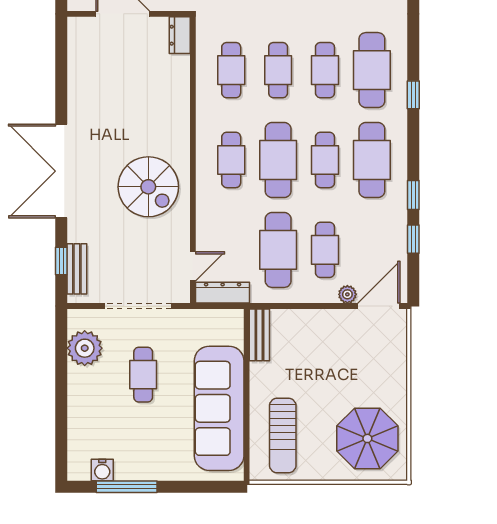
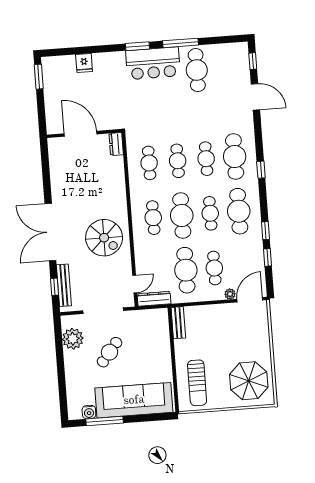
bench: (77, 269) -> (64, 285), width x1.36
cafe table: (143, 375) -> (110, 352), turned 39
sofa: (219, 408) -> (134, 400), moved, turned 90

